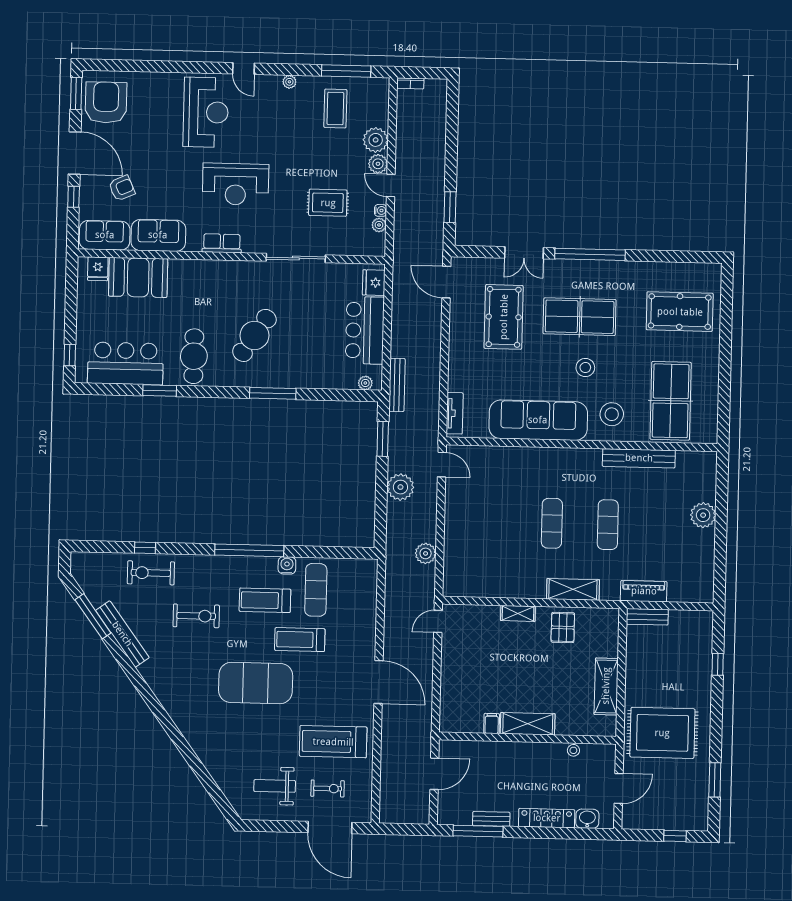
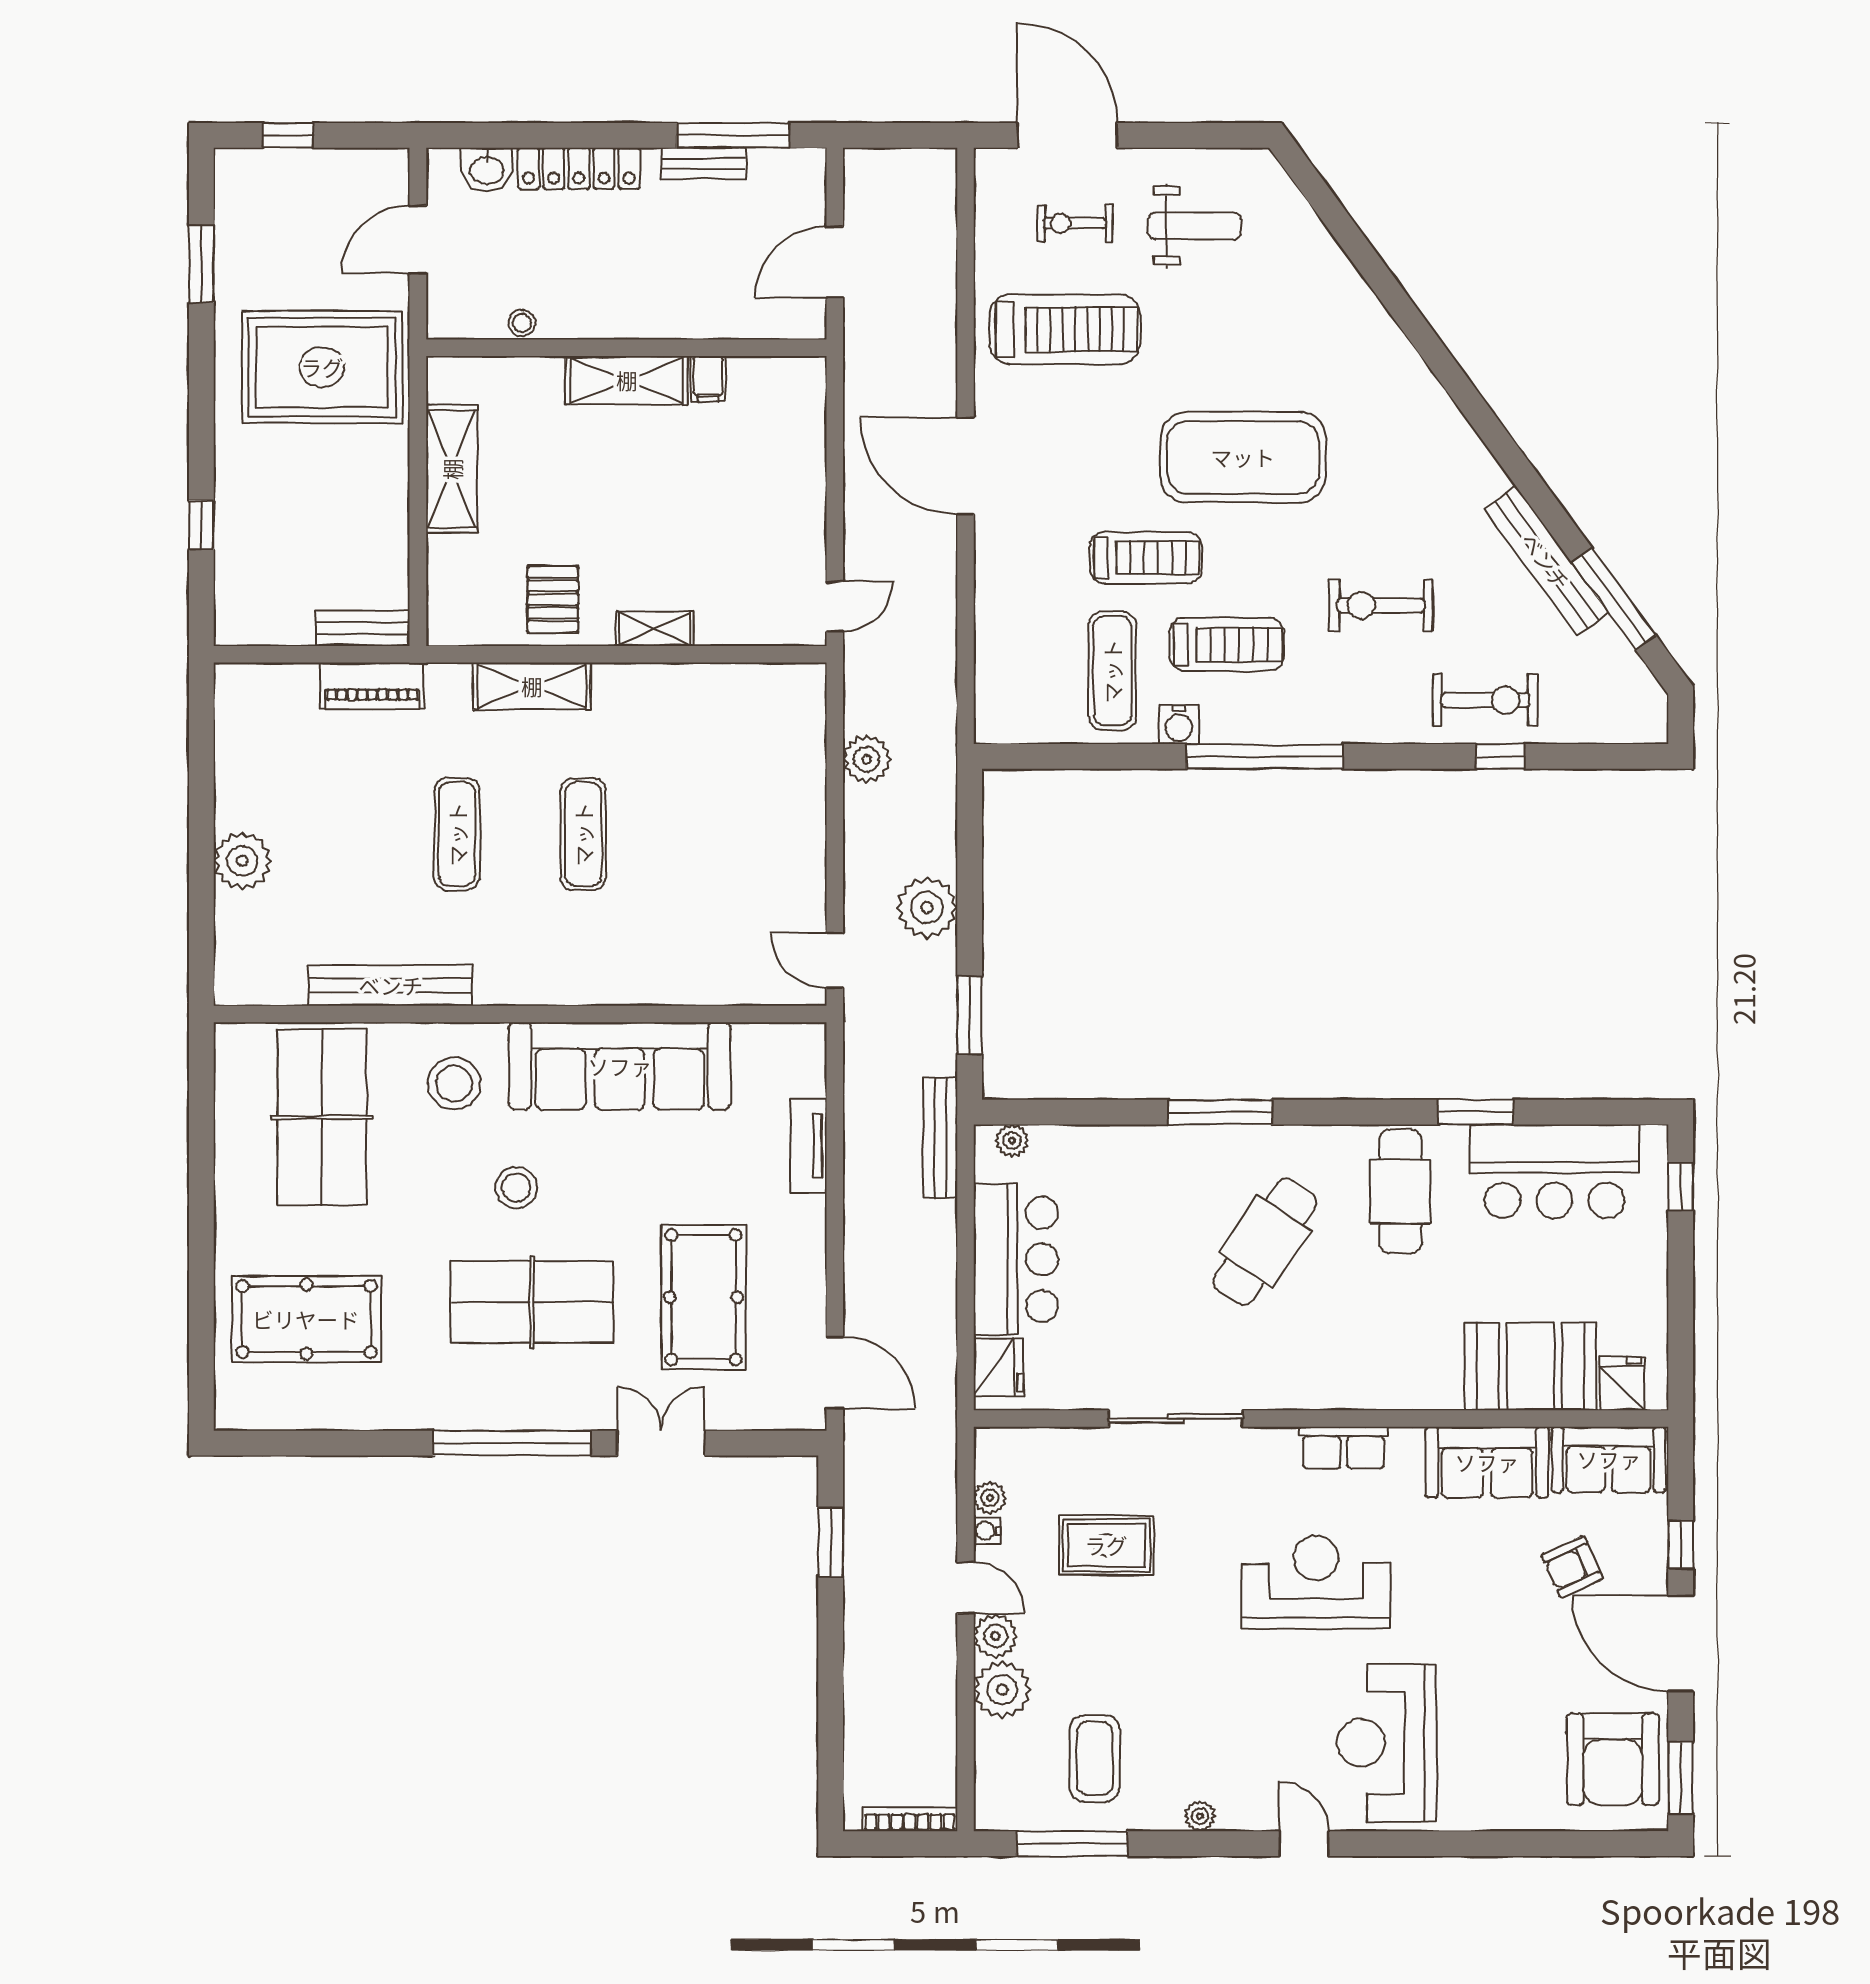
bookcase: (410, 83) -> (910, 1819), width x1.56
tv unit: (455, 413) -> (809, 1146), moved

